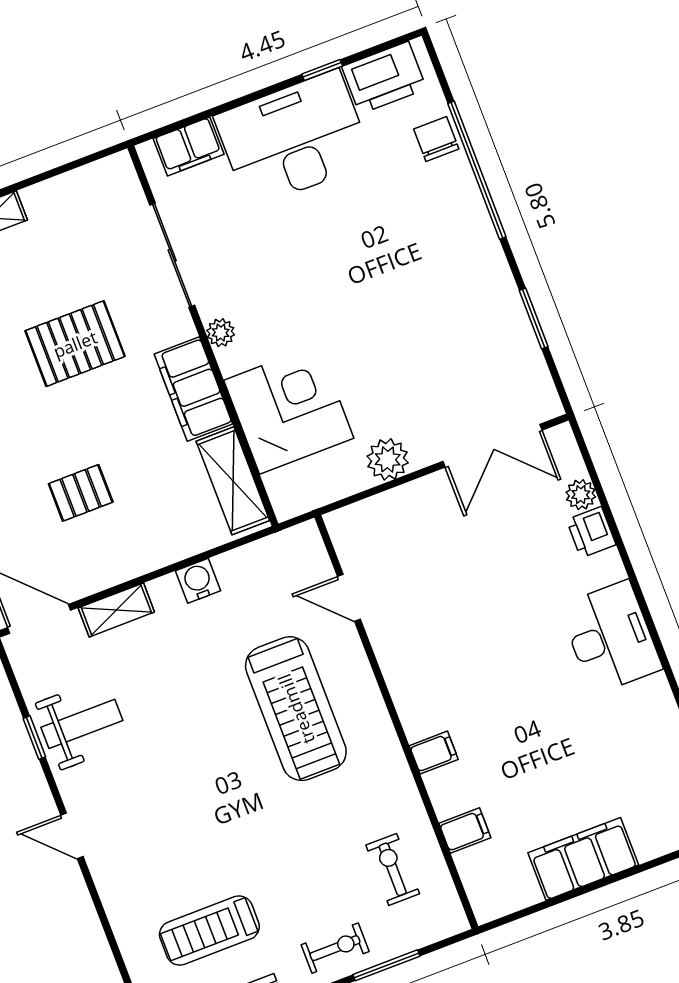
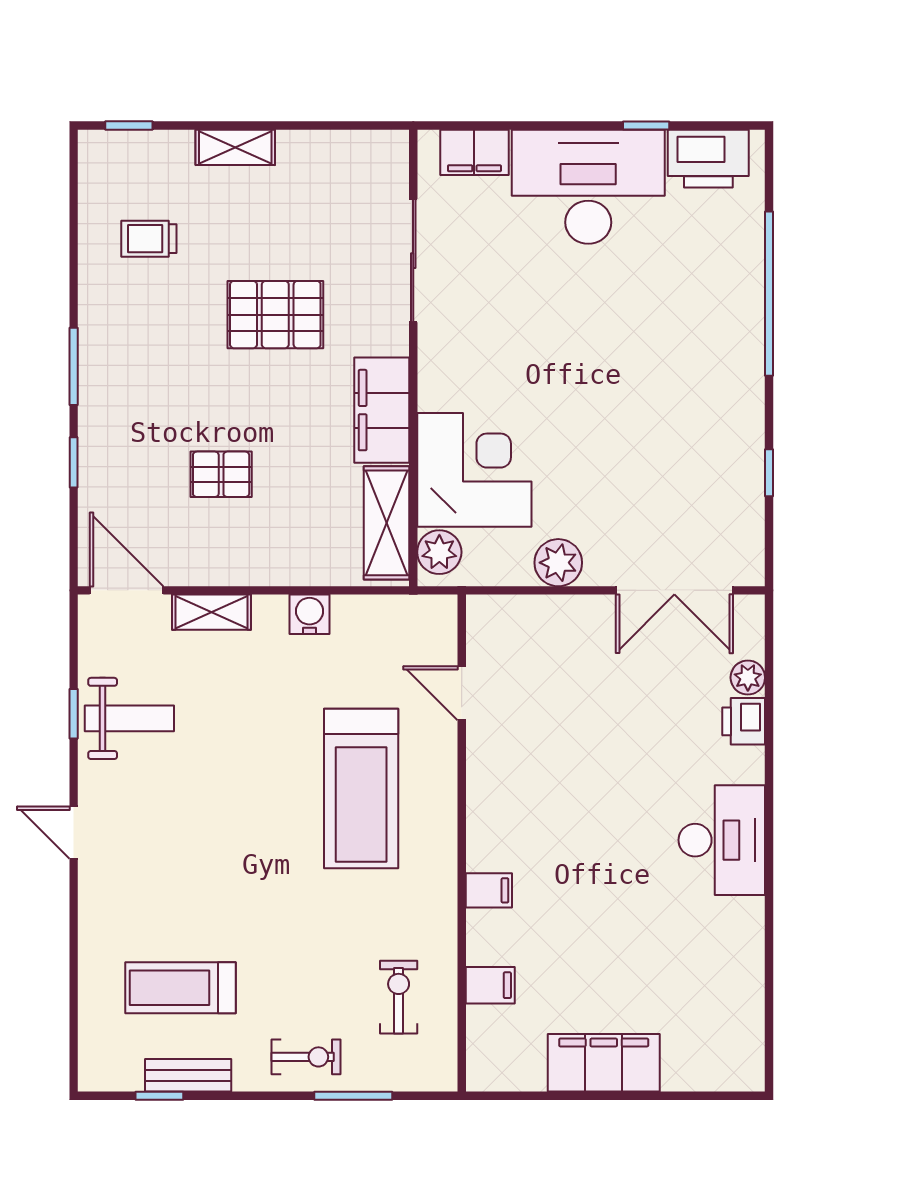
chair: (436, 139) -> (739, 244), removed
window: (534, 318) -> (769, 473), width x0.67
plant: (221, 333) -> (439, 552), moved, width x1.38, depth x1.38

